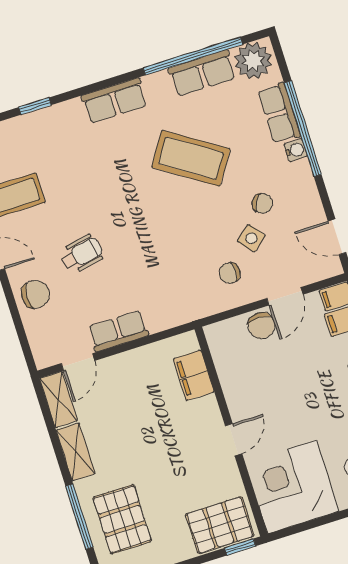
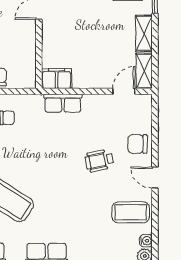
row of seats: (118, 331) -> (63, 103), moved
filing cabinet: (194, 375) -> (57, 79), moved, turned -90

